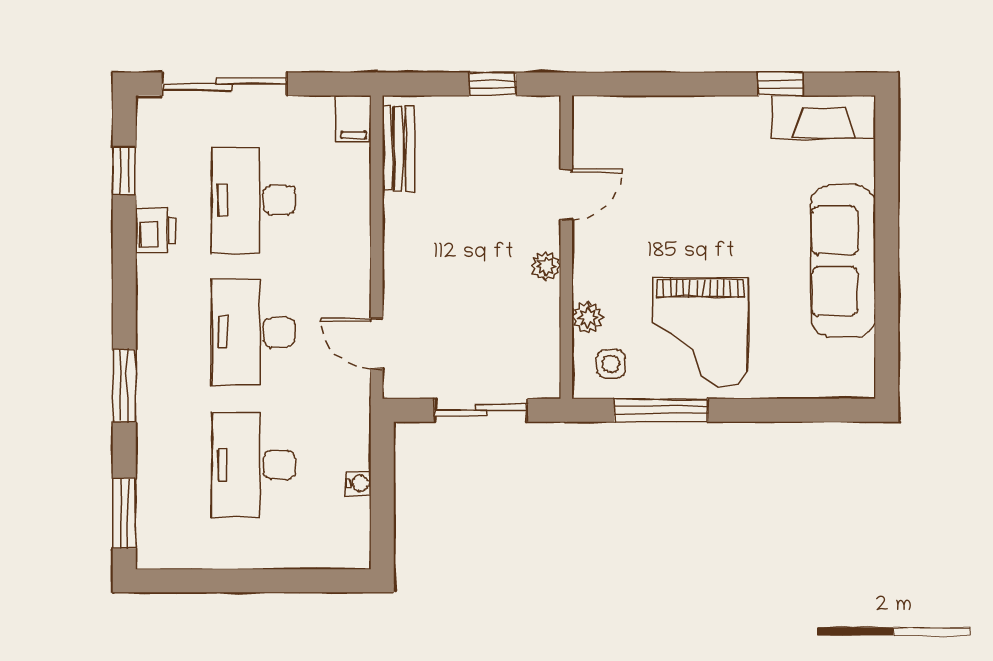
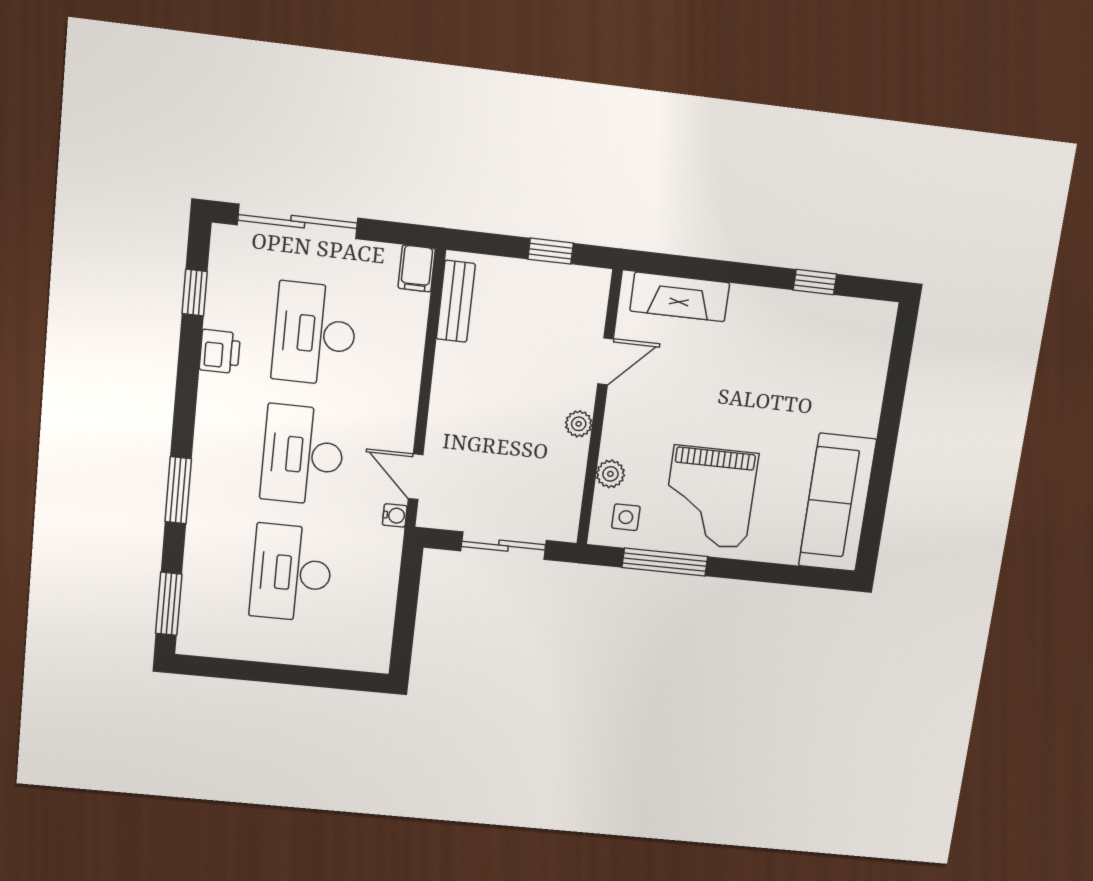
fireplace: (824, 117) -> (680, 297), moved
sofa: (843, 261) -> (837, 503), moved
water cooler: (359, 483) -> (395, 515), moved

